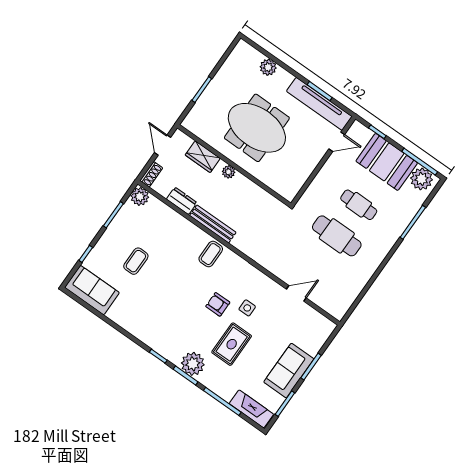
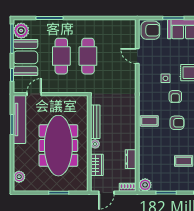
plant: (268, 67) -> (19, 177), moved
meeting table: (257, 128) -> (58, 146), width x1.36
door: (337, 142) -> (34, 94), hinge flipped
cafe table: (359, 205) -> (61, 56), width x1.37, depth x1.35
bench: (213, 224) -> (95, 122), moved
armchair: (186, 285) -> (177, 123), added
armchair: (316, 330) -> (150, 30), added

